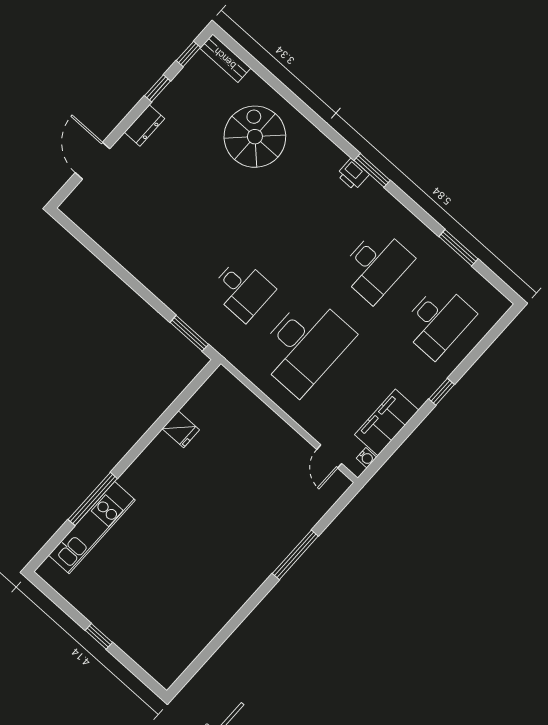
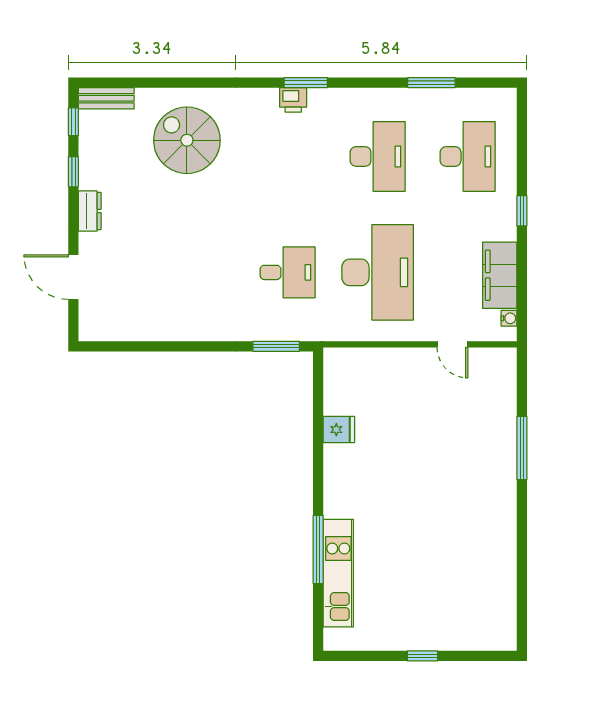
door: (329, 456) -> (452, 344), moved

